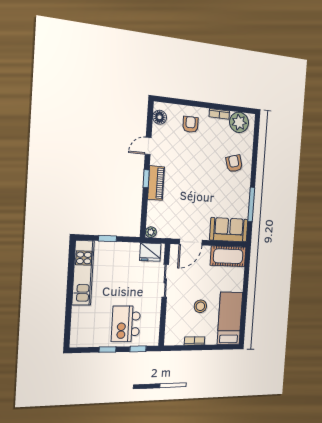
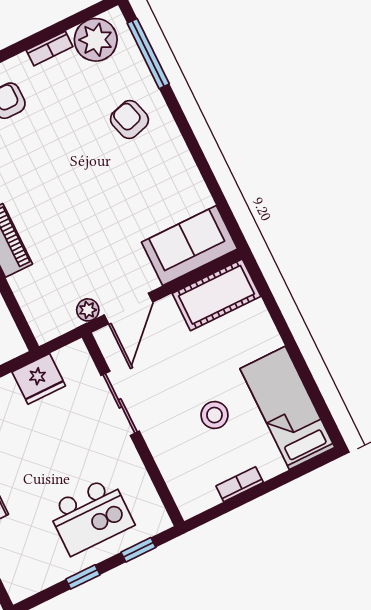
window: (251, 204) -> (148, 54), moved
plant: (151, 232) -> (88, 310), moved
fridge: (150, 252) -> (39, 379), moved
kitchen island: (126, 324) -> (91, 516), turned -90

